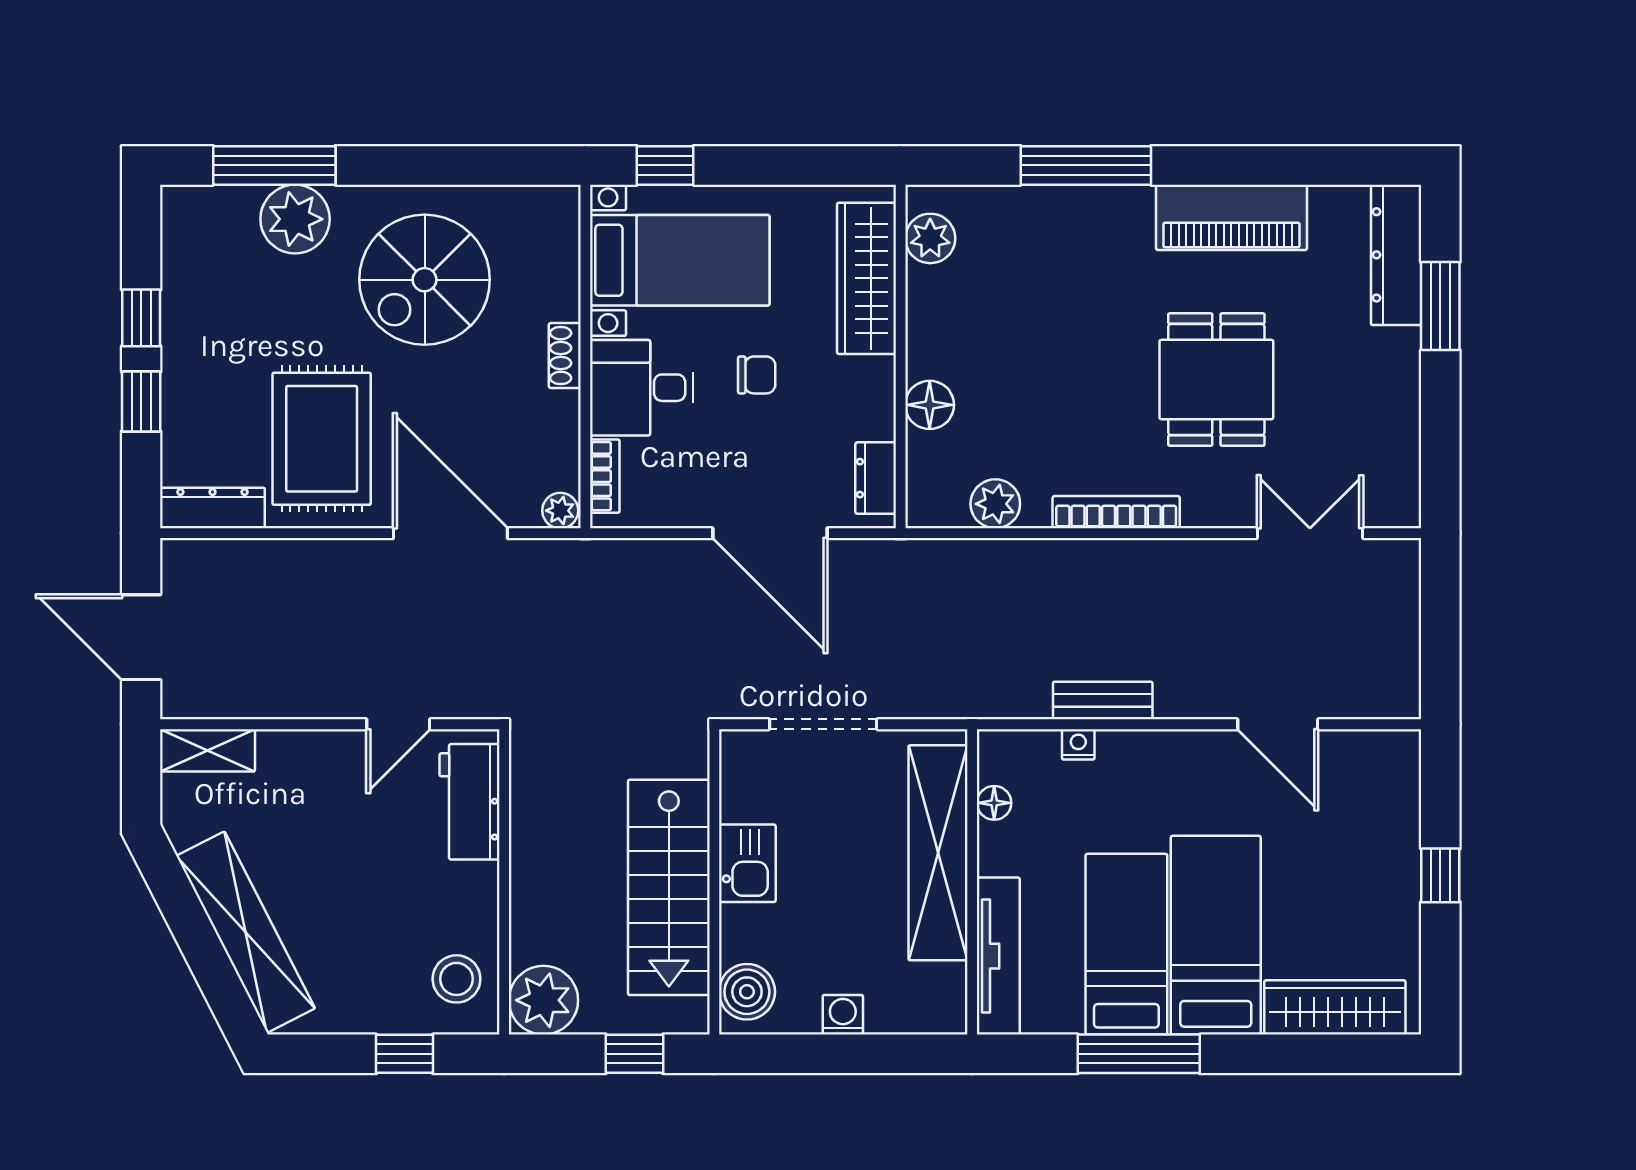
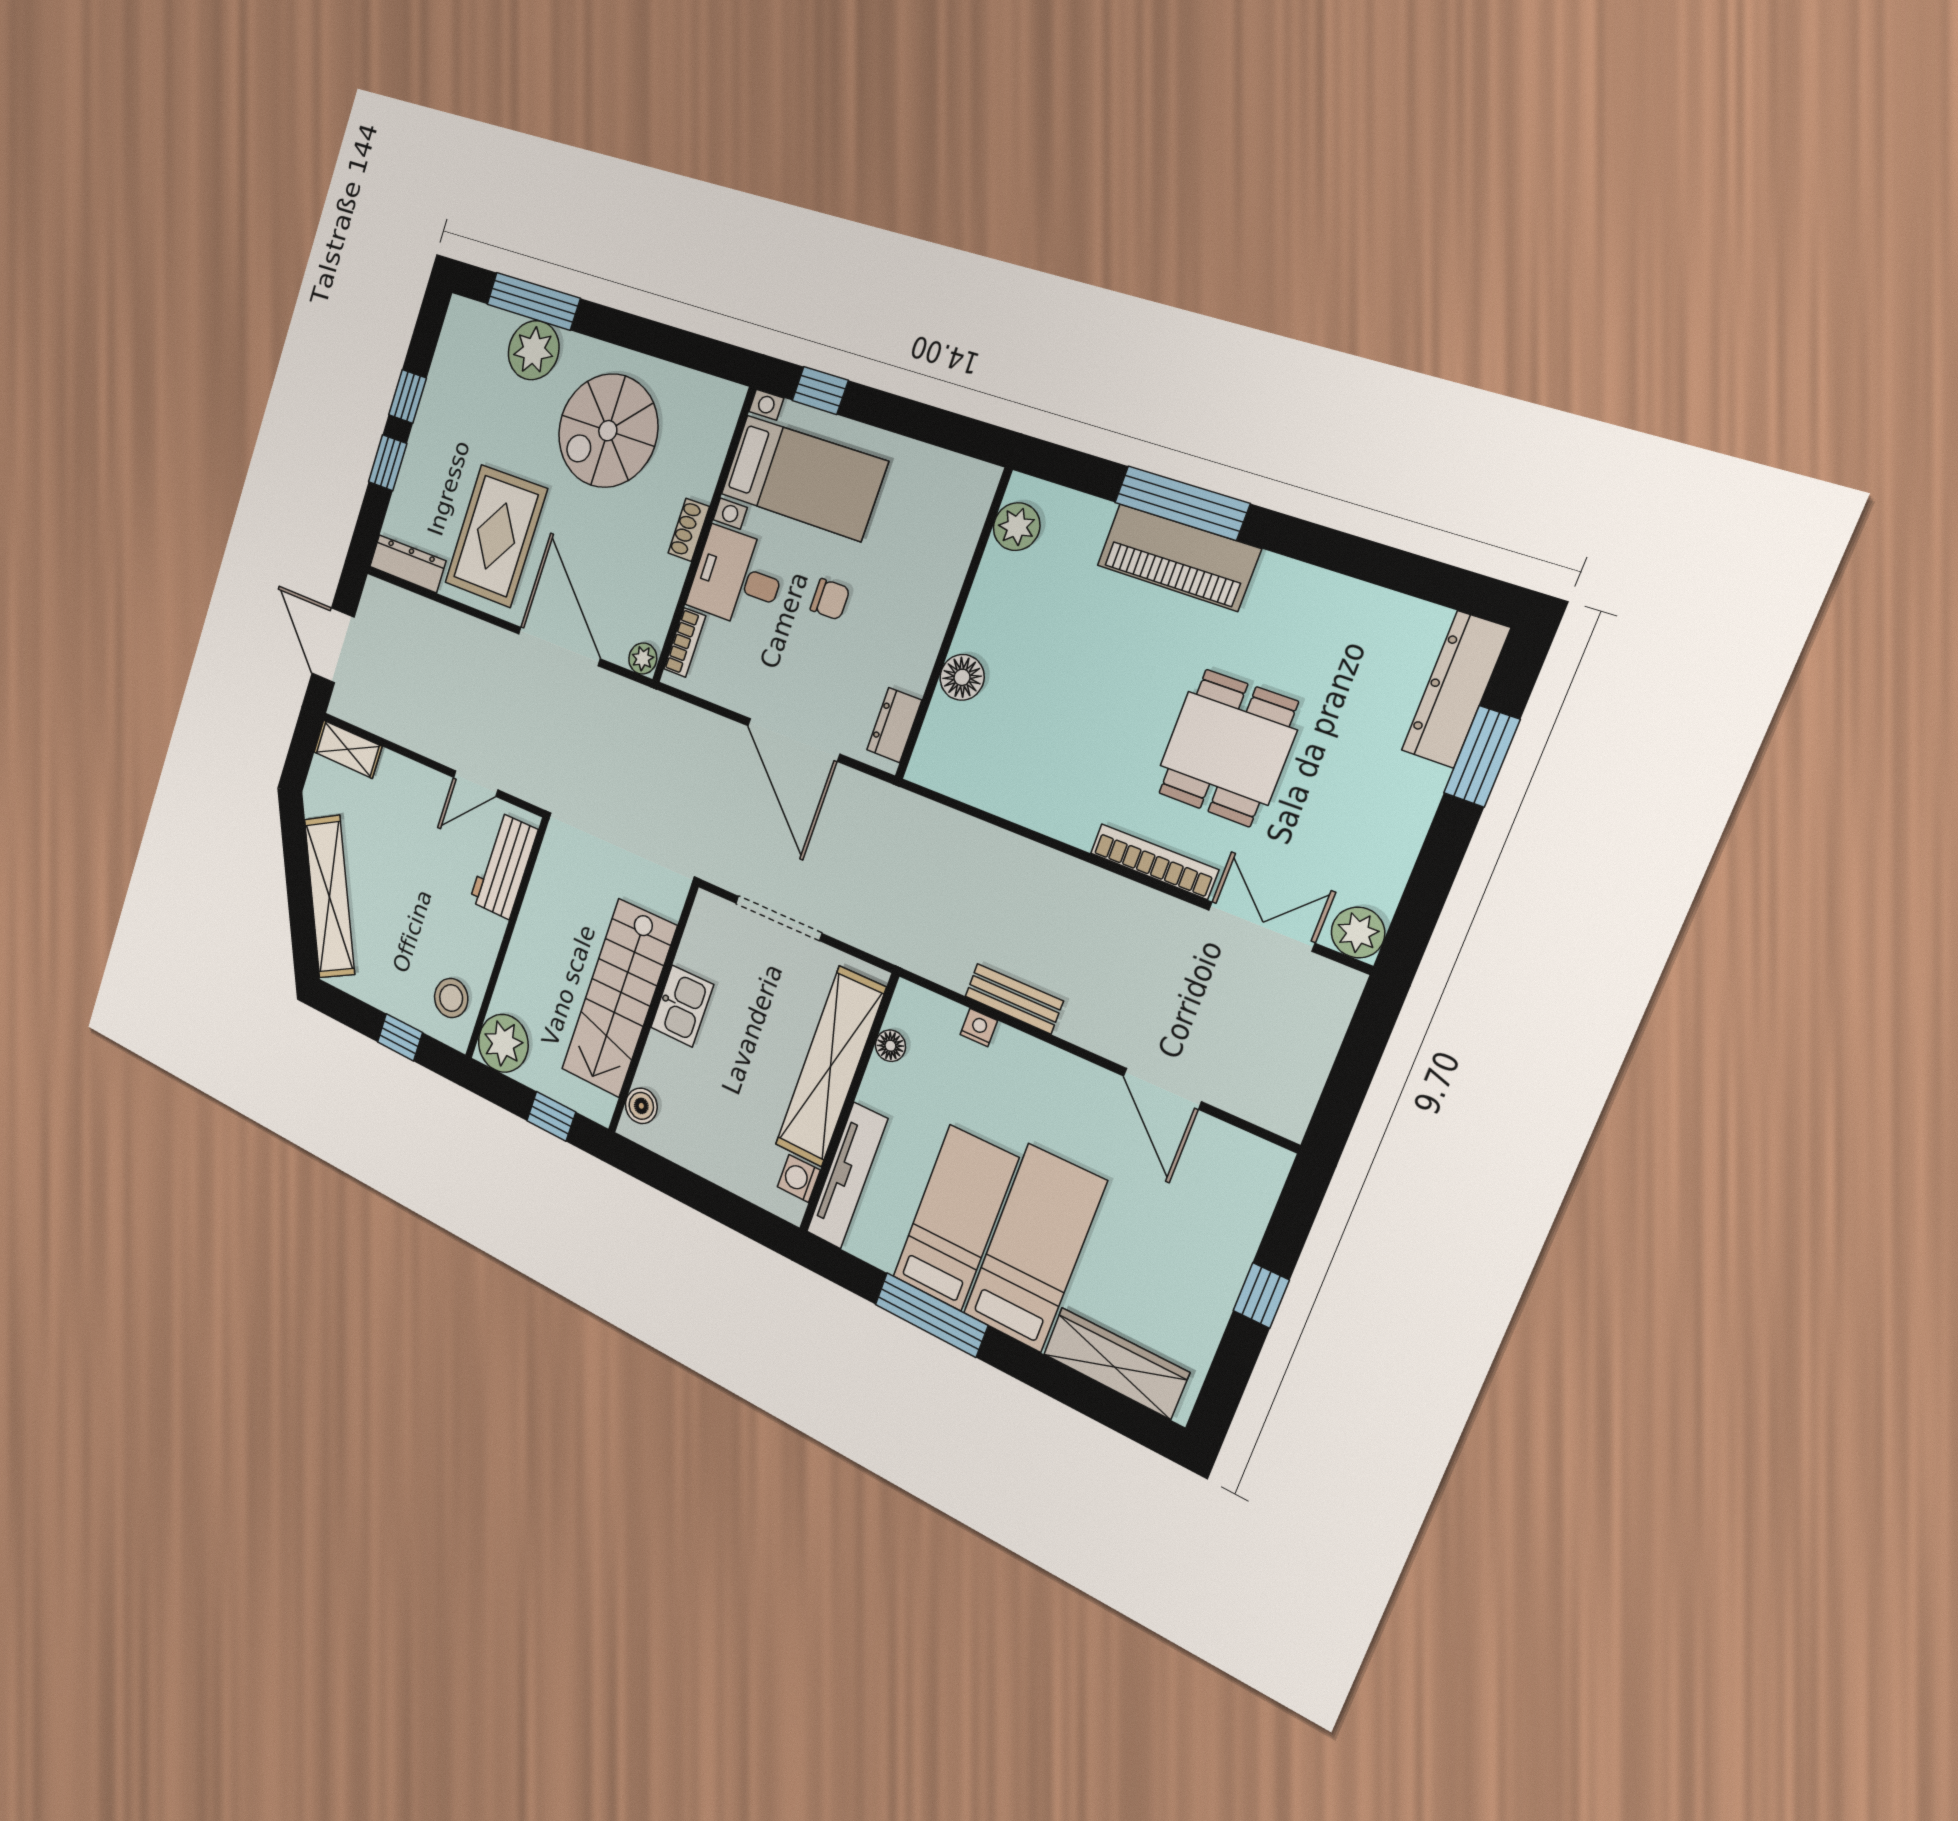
piano: (1231, 217) -> (1178, 557), moved
wardrobe: (866, 278) -> (949, 545), removed
plant: (995, 504) -> (1358, 932), moved
bookcase: (1116, 512) -> (1154, 861), moved
boiler: (747, 992) -> (641, 1106), width x0.73, depth x0.73
washing machine: (843, 1015) -> (799, 1178), moved, turned -90

